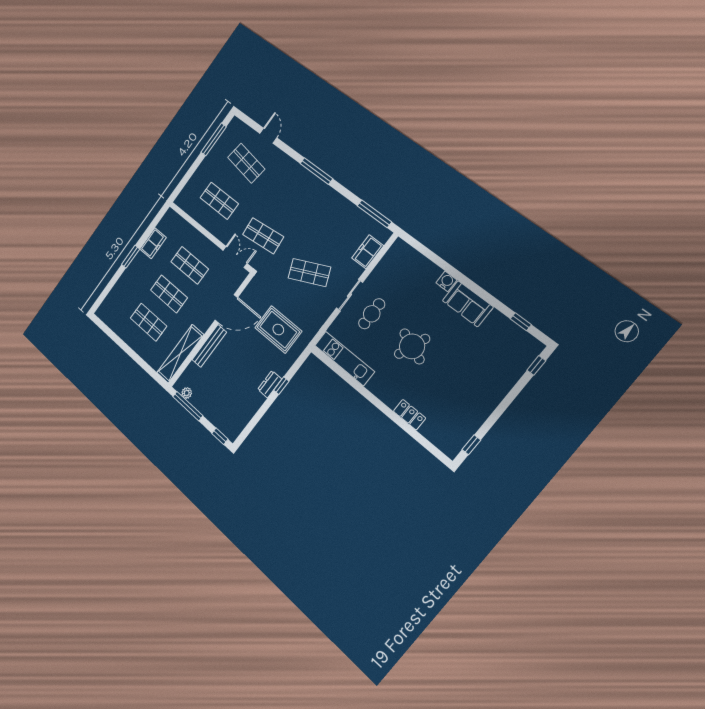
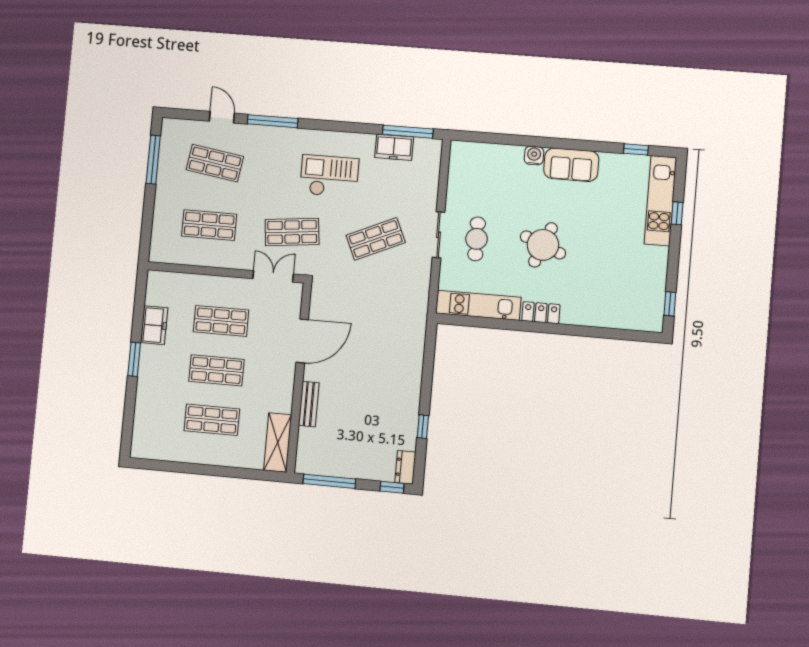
window: (316, 171) -> (273, 121), moved
checkout: (307, 213) -> (329, 176), added
freezer: (368, 252) -> (394, 147), moved, turned -90
rug: (278, 329) -> (381, 323), removed
bench: (209, 346) -> (309, 404), width x0.73
shelving: (180, 354) -> (278, 442), width x0.68
window: (536, 365) -> (677, 213), moved
kitchen unit: (514, 369) -> (660, 201), added
dresser: (270, 384) -> (405, 467), moved
window: (281, 386) -> (423, 427), moved
plant: (187, 393) -> (318, 467), removed
locker: (410, 415) -> (541, 313), moved

